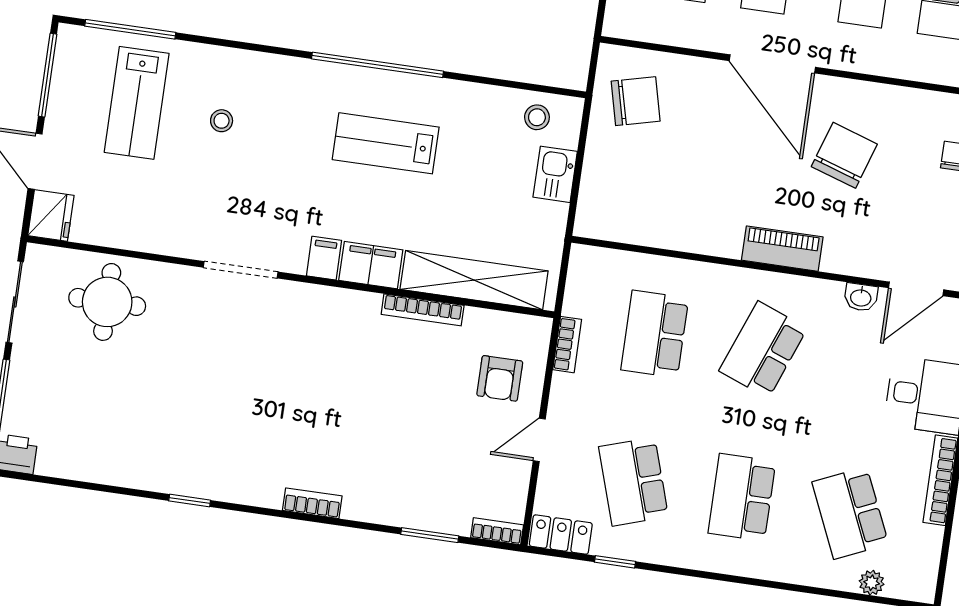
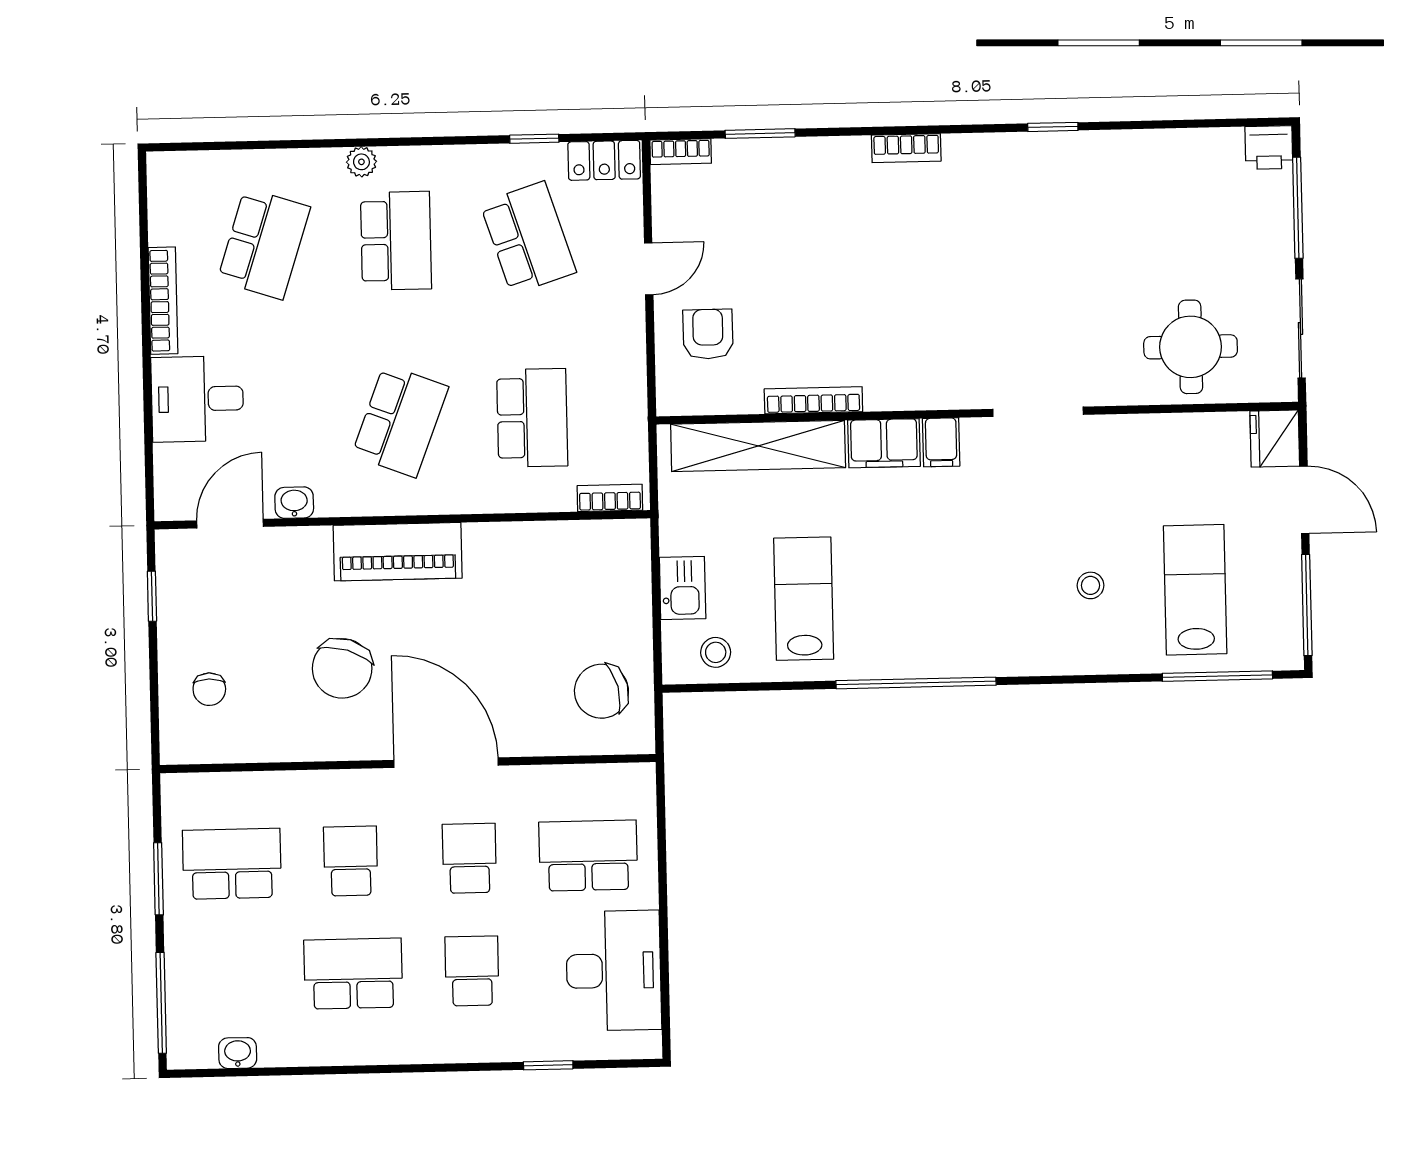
lab bench: (386, 143) -> (804, 599), moved, turned -90
piano: (782, 249) -> (398, 552), width x1.37, depth x1.33
bookcase: (567, 345) -> (610, 498), moved, turned 90
school desk: (850, 513) -> (264, 244), turned 42
plant: (872, 583) -> (361, 162), moved

